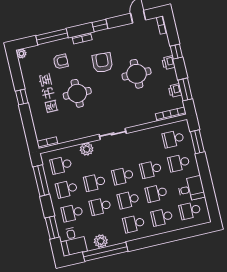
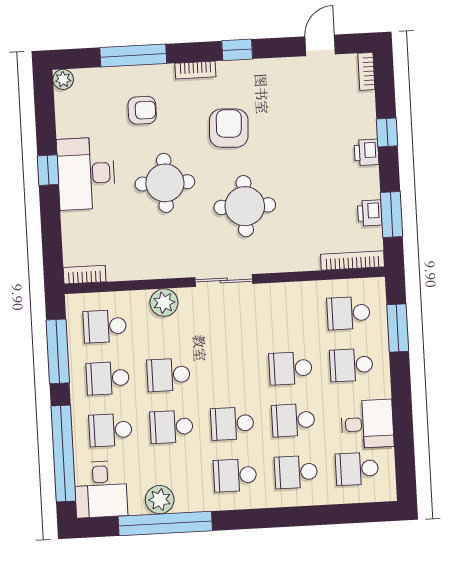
round table: (137, 74) -> (245, 206), moved
desk: (40, 95) -> (86, 173), added
school desk: (123, 176) -> (229, 372), removed
window: (52, 228) -> (63, 453), width x2.11

